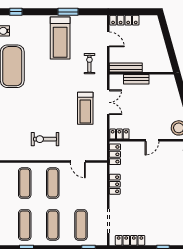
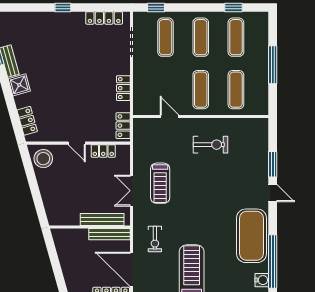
door: (108, 39) -> (131, 269), width x1.88
bench: (136, 79) -> (102, 220), width x1.36
treadmill: (85, 108) -> (160, 183), turned 180
locker: (119, 134) -> (103, 151), moved
door: (152, 140) -> (77, 143), swing flipped

